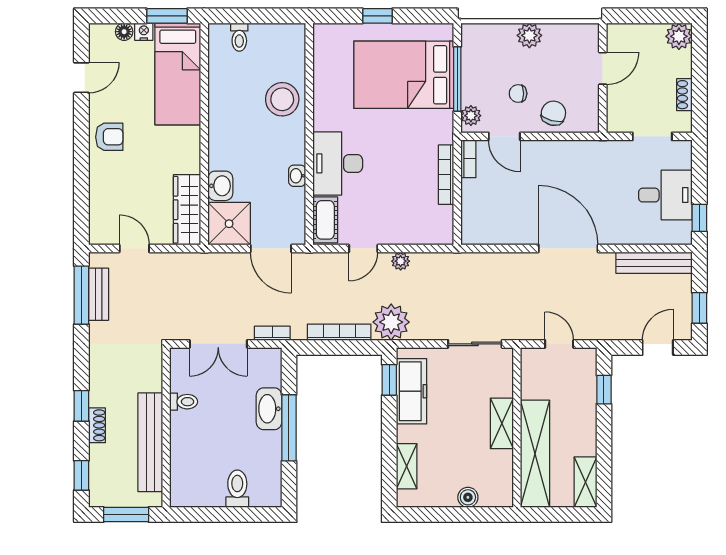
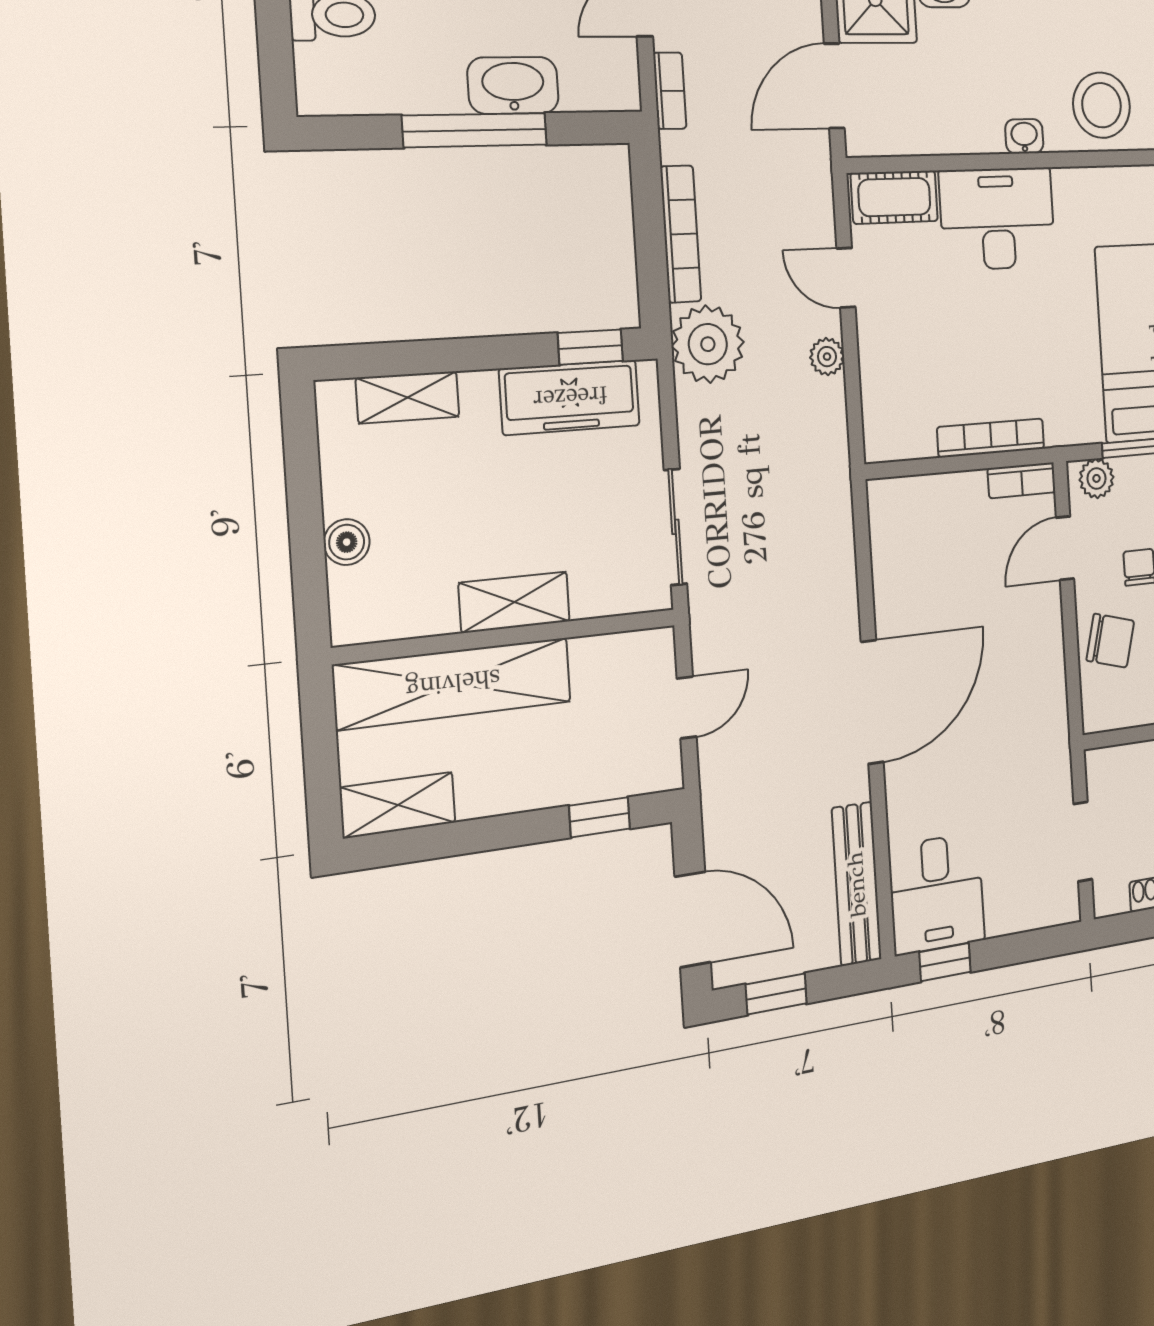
washbasin: (297, 176) -> (1024, 136), moved
desk: (665, 195) -> (937, 893), moved
door: (658, 348) -> (693, 919), width x1.38

